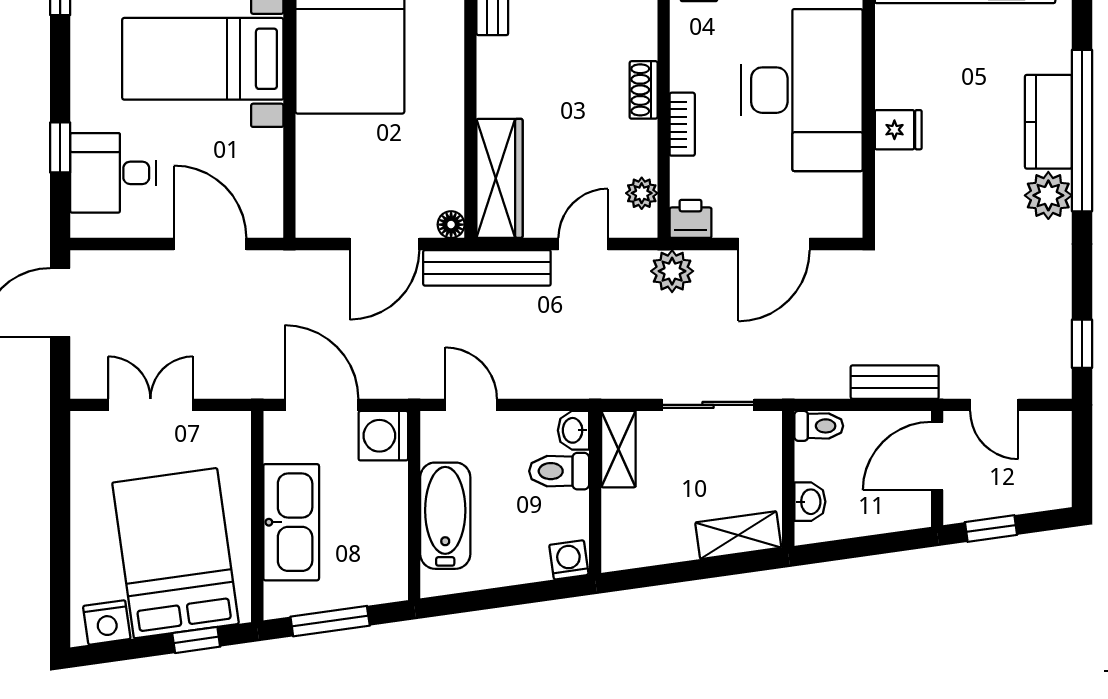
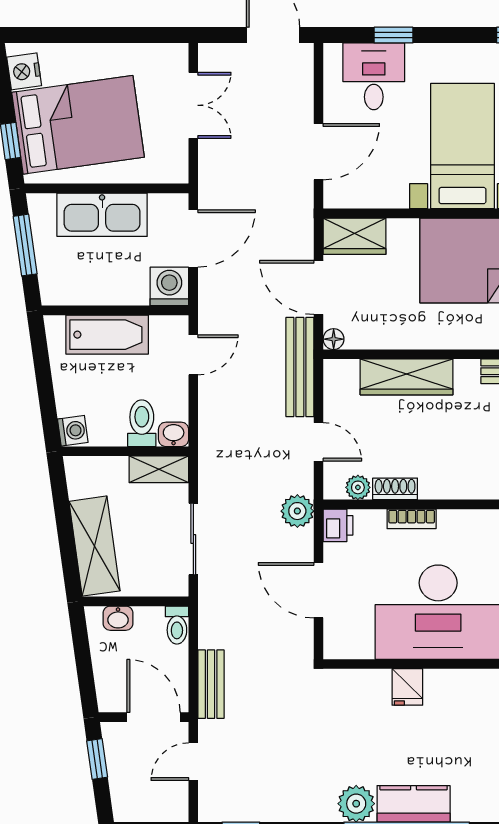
shoe rack: (644, 90) -> (395, 489), moved
wardrobe: (500, 178) -> (407, 377), moved
wardrobe: (319, 198) -> (355, 236), added
shelving: (738, 535) -> (95, 546), width x1.50, depth x1.33

